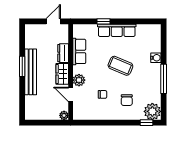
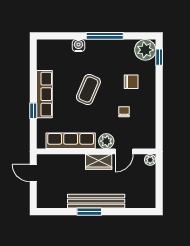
row of seats: (79, 51) -> (71, 141), width x1.48
dresser: (63, 53) -> (73, 161), removed

